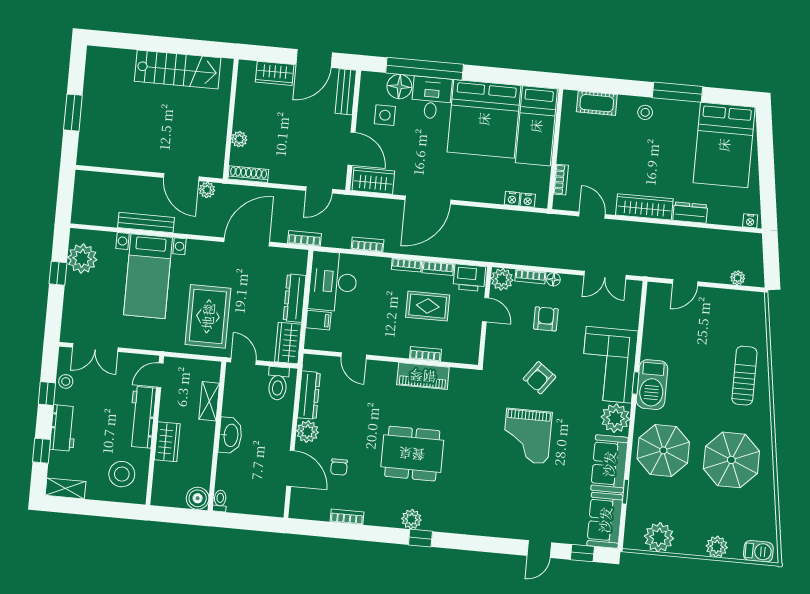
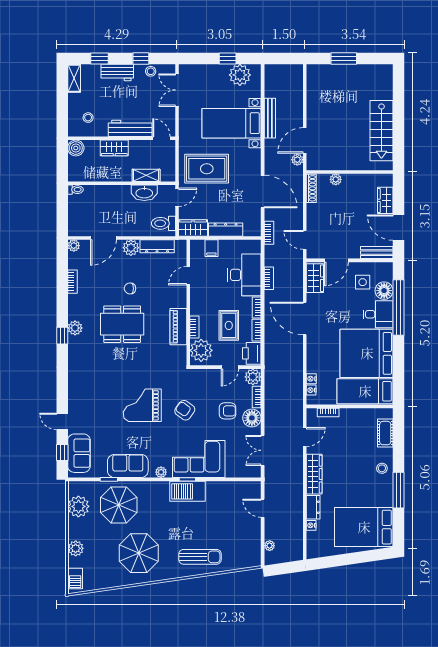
nightstand: (750, 221) -> (311, 525), moved
floor lamp: (553, 279) -> (252, 418), width x1.89, depth x1.89
desk: (333, 282) -> (244, 275), moved, turned 90
plant: (459, 348) -> (201, 350), added
plant: (615, 418) -> (161, 472), width x0.53, depth x0.53
washbasin: (230, 435) -> (144, 193), moved
parasol: (663, 450) -> (119, 505), moved
dining table: (412, 454) -> (122, 324), turned 90
chair: (339, 467) -> (130, 288), moved
stool: (122, 474) -> (88, 118), width x0.53, depth x0.53
boiler: (198, 498) -> (76, 148), moved
plant: (297, 510) -> (74, 246), added
sofa: (605, 520) -> (79, 453), moved, turned 90

